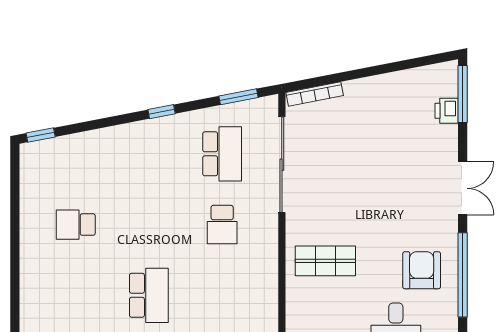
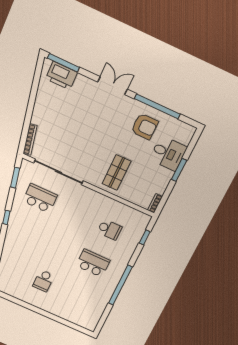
printer: (447, 111) -> (61, 76), width x1.87, depth x1.48
school desk: (222, 225) -> (110, 230), moved
armchair: (422, 270) -> (145, 126), turned 180

